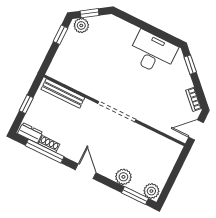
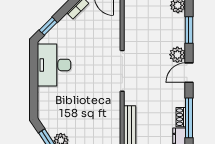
plant: (123, 177) -> (177, 55), moved
window: (135, 196) -> (189, 30), moved

